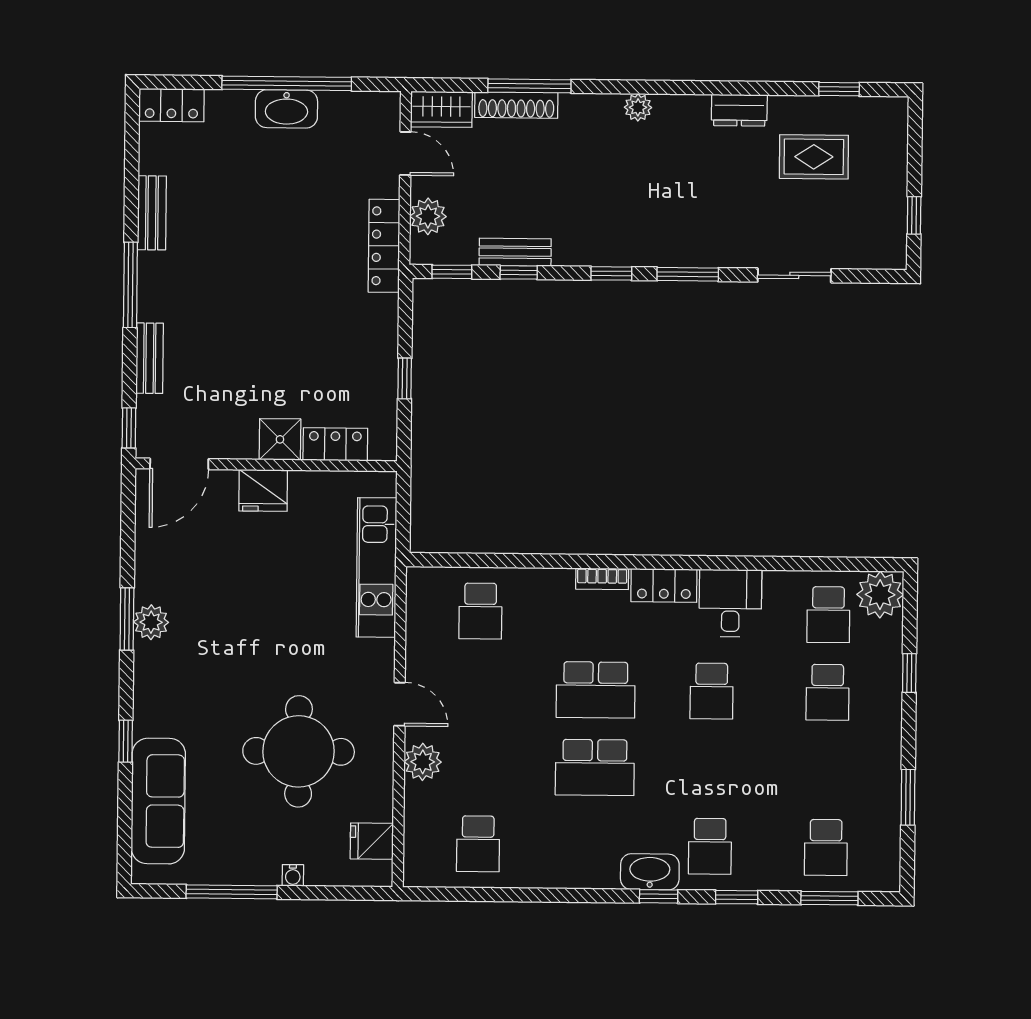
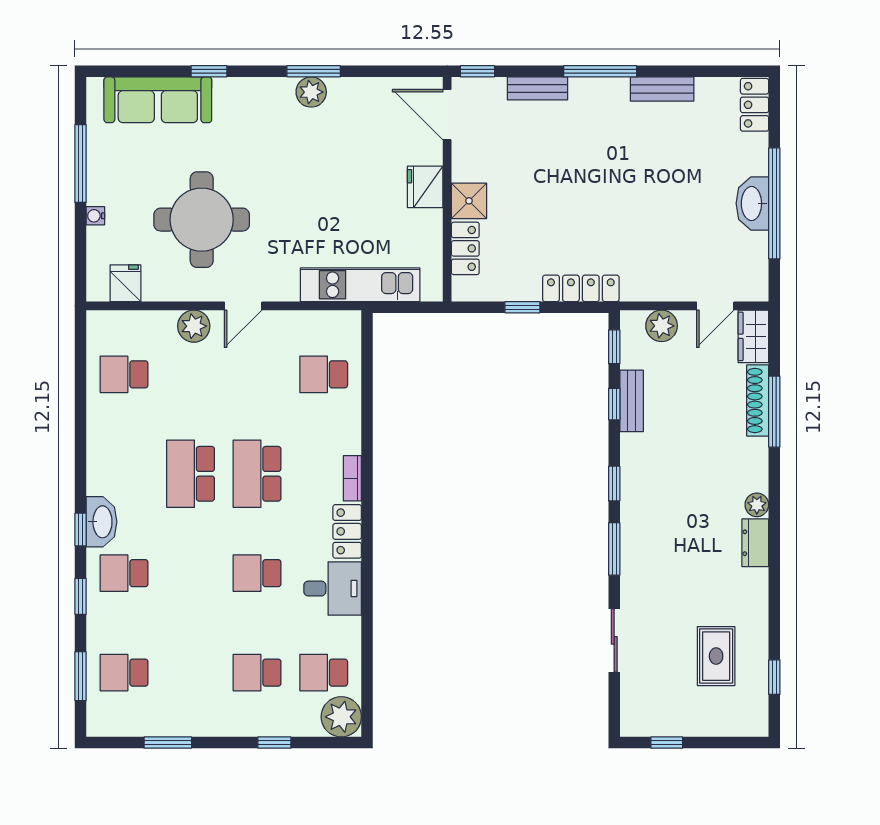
dresser: (739, 110) -> (755, 543), moved
locker: (384, 246) -> (581, 288), moved

